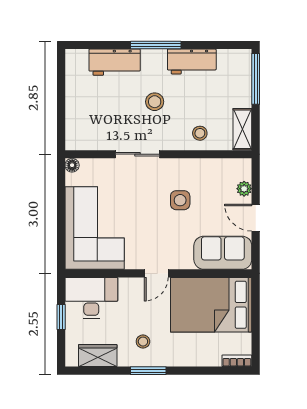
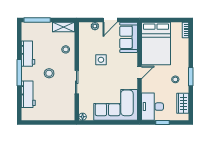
door: (156, 273) -> (139, 72), hinge flipped

